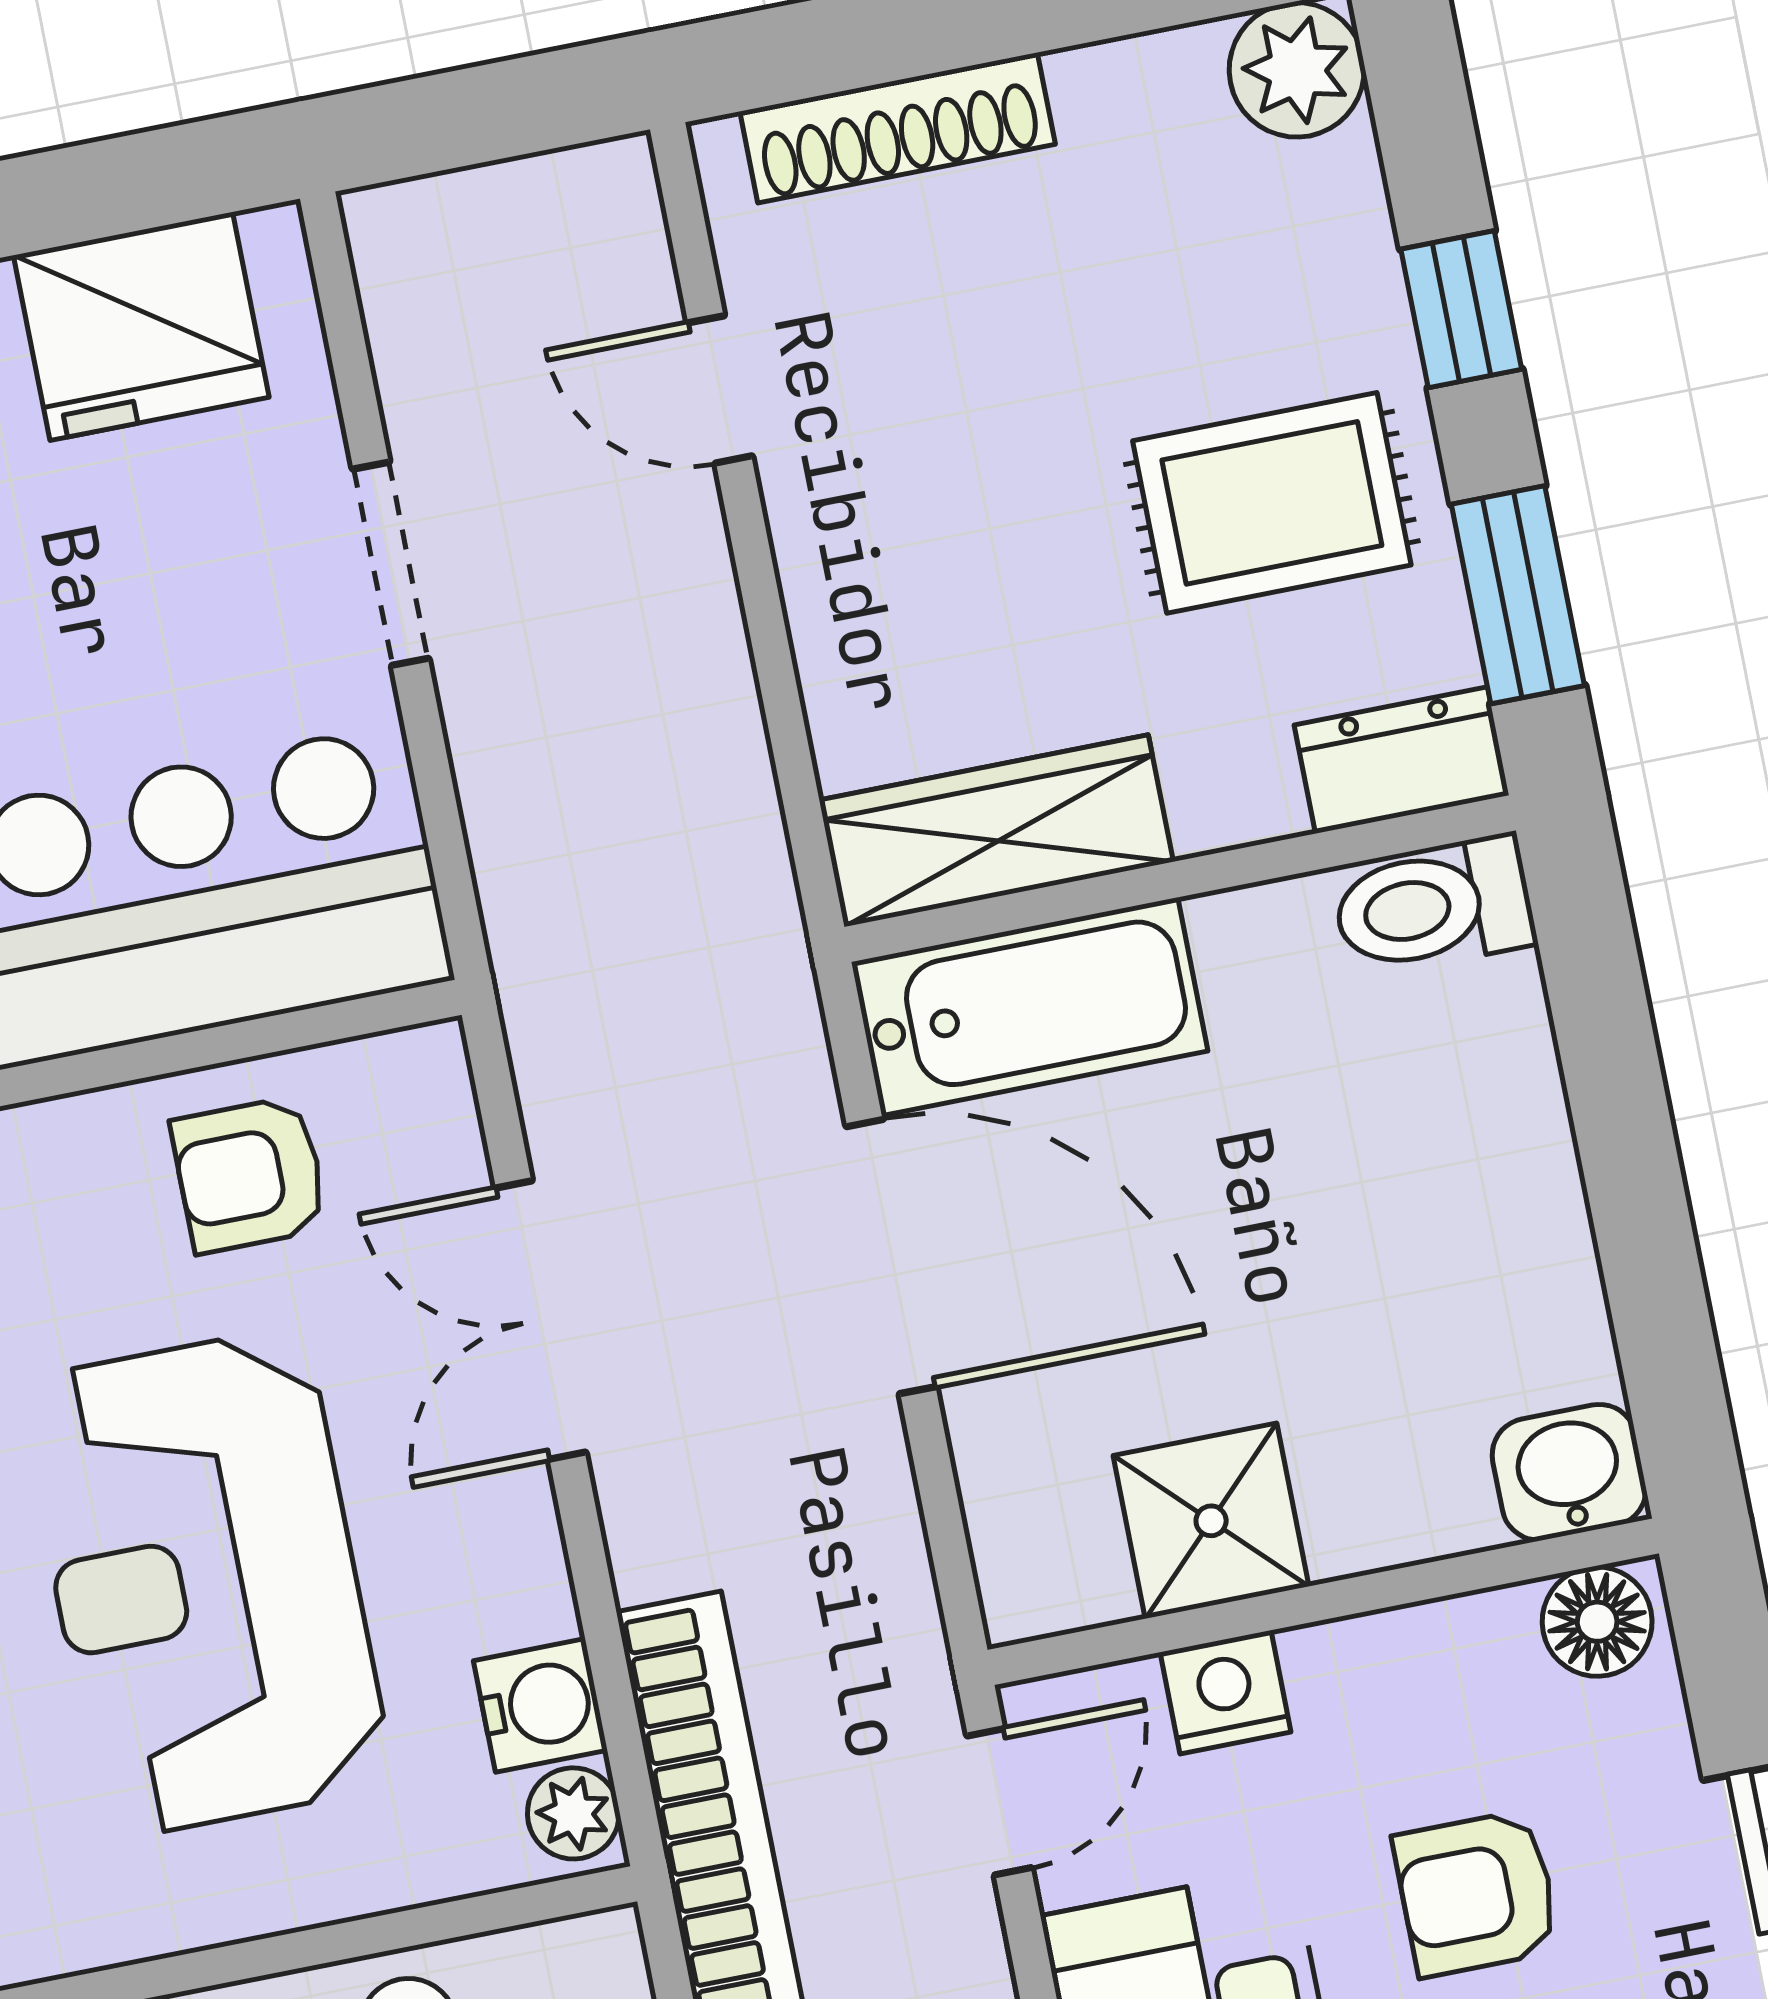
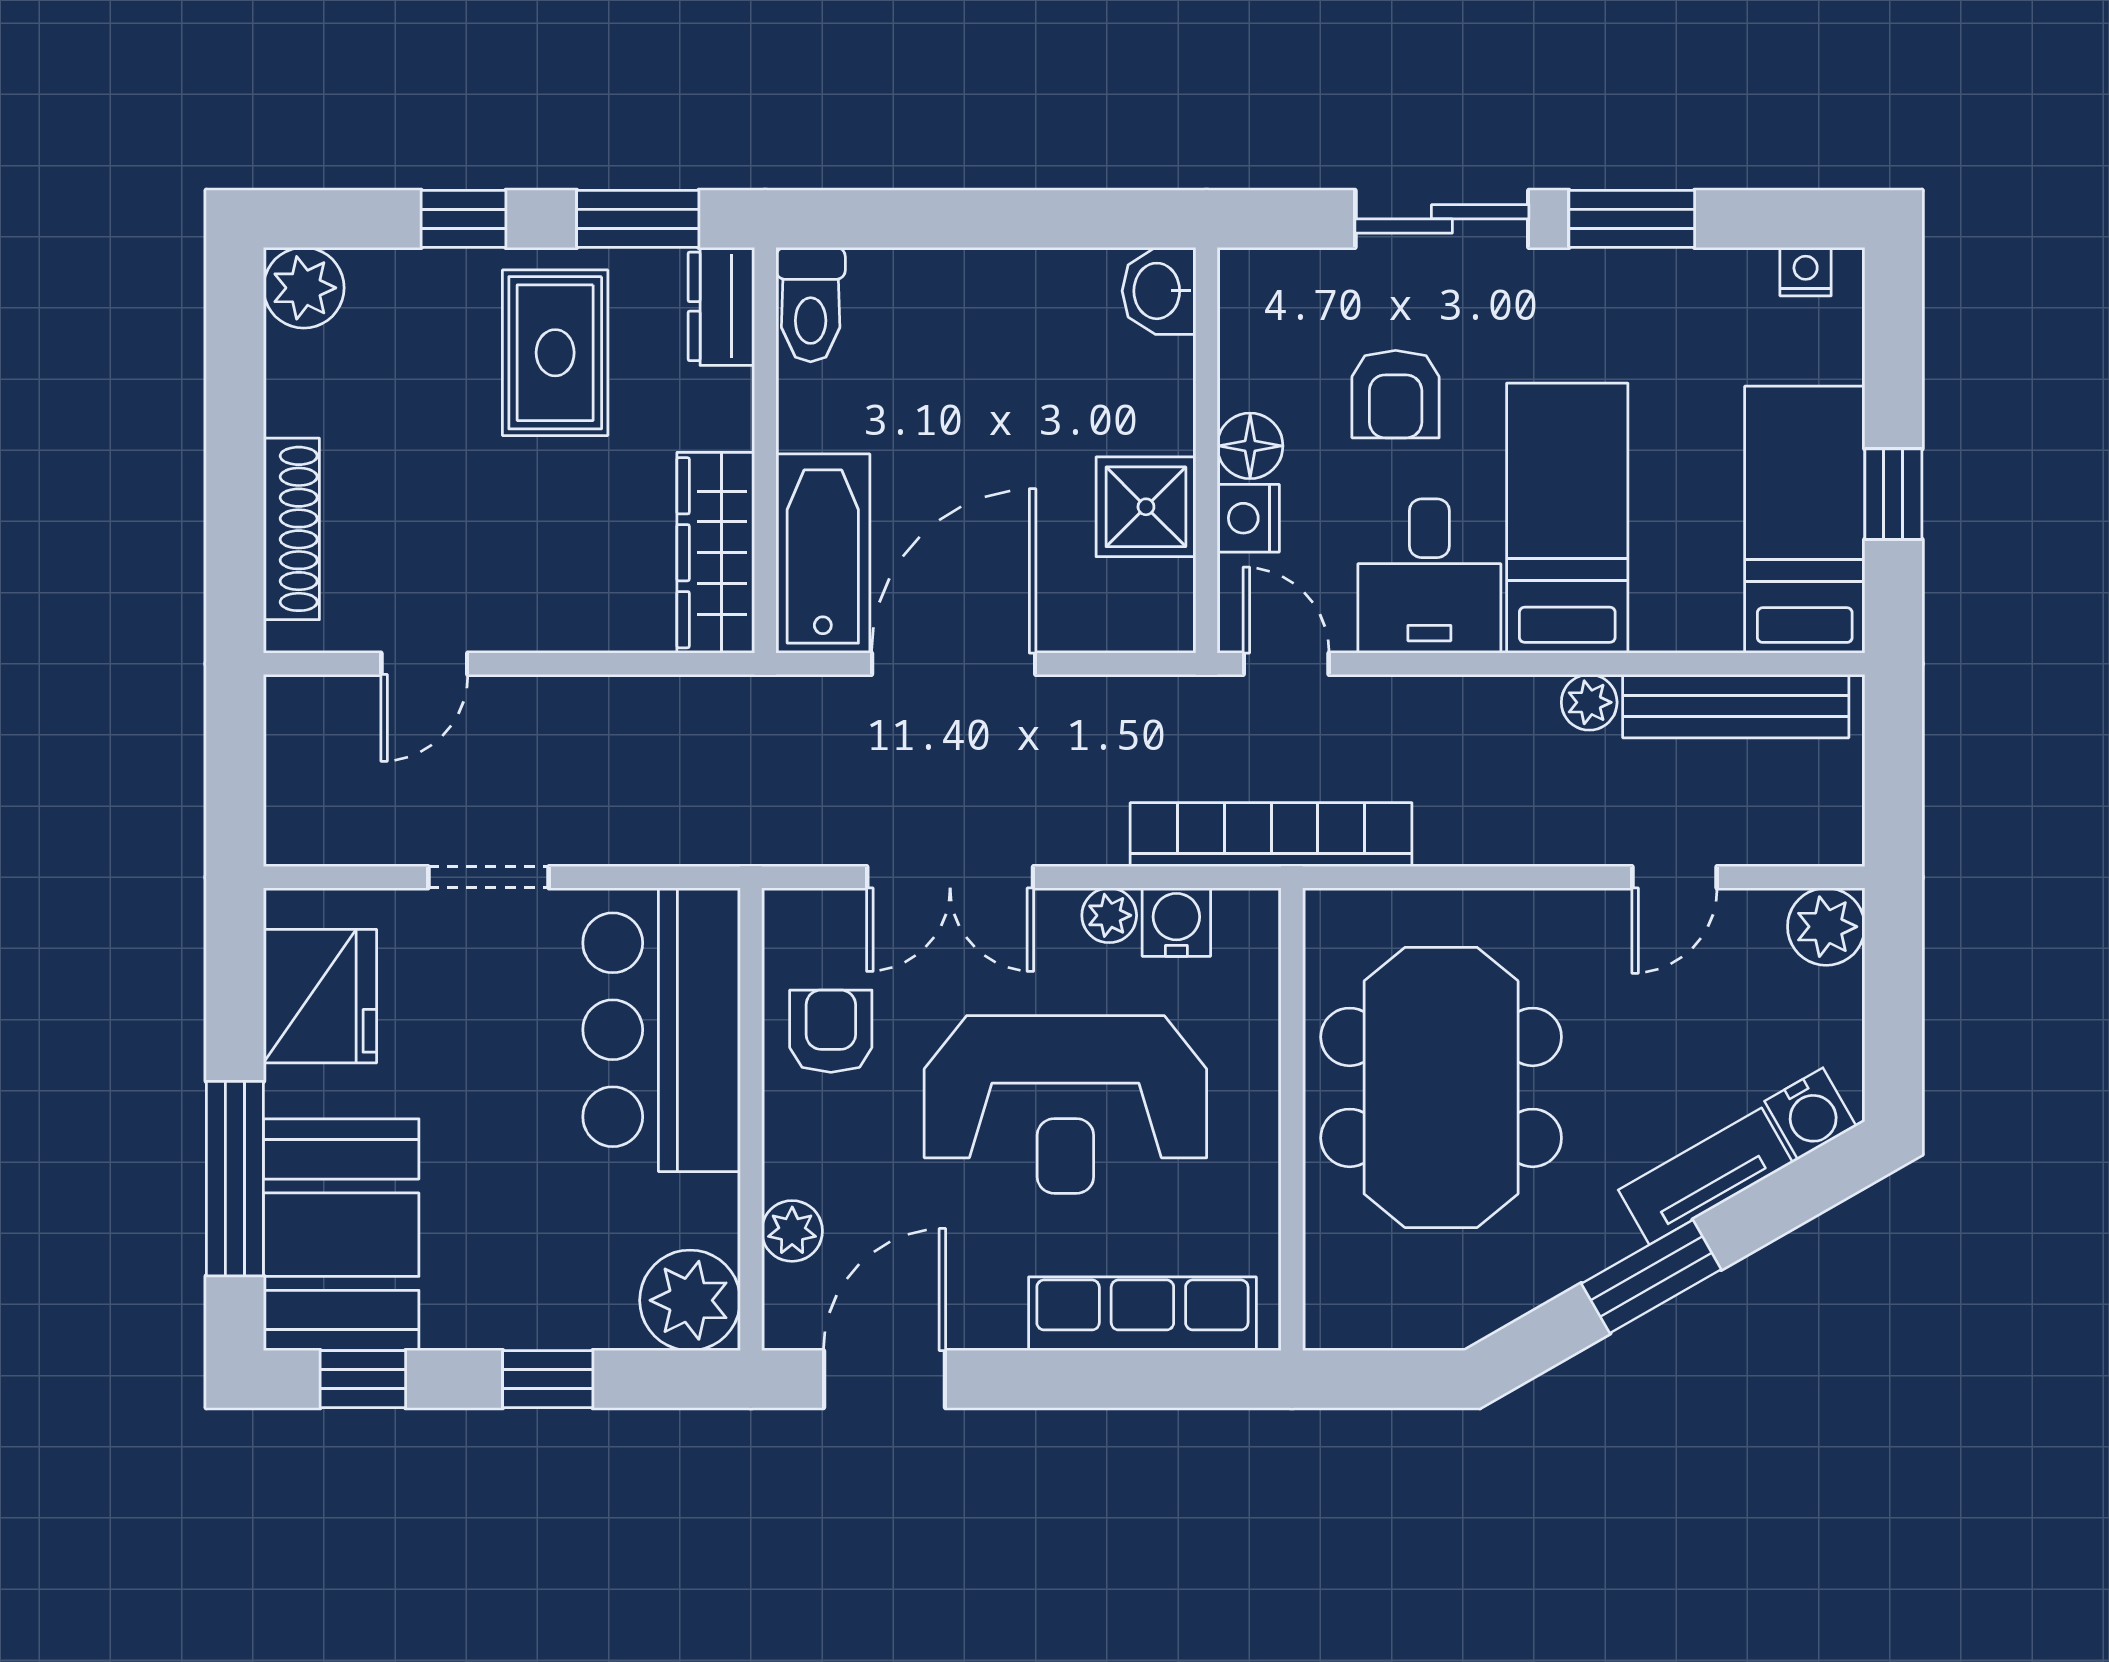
armchair: (250, 1175) -> (831, 1031), turned 180
floor lamp: (1597, 1622) -> (1250, 446), moved
plant: (573, 1813) -> (1109, 915), moved

